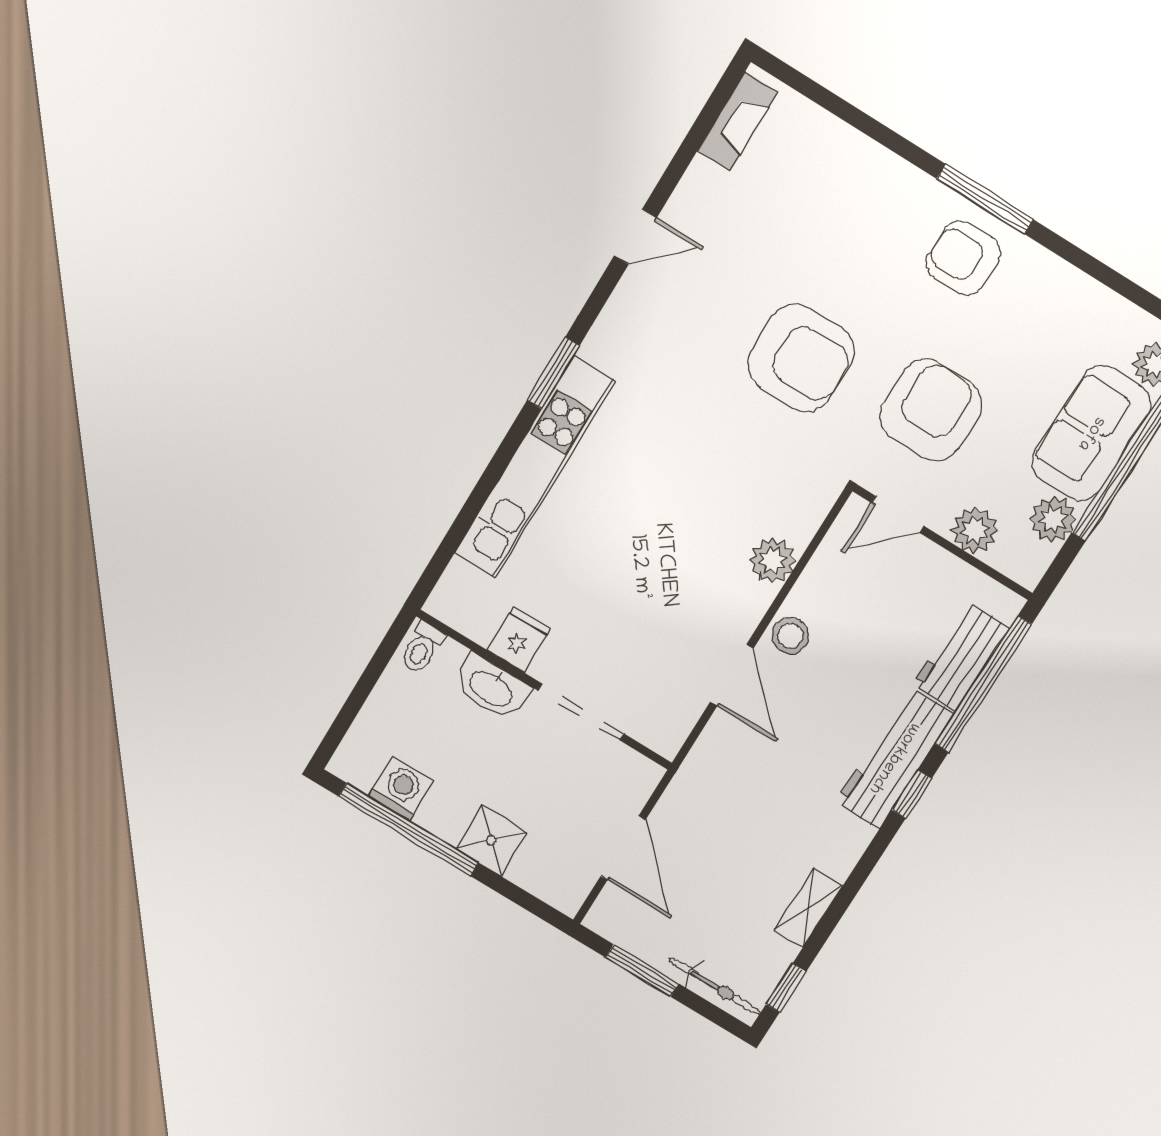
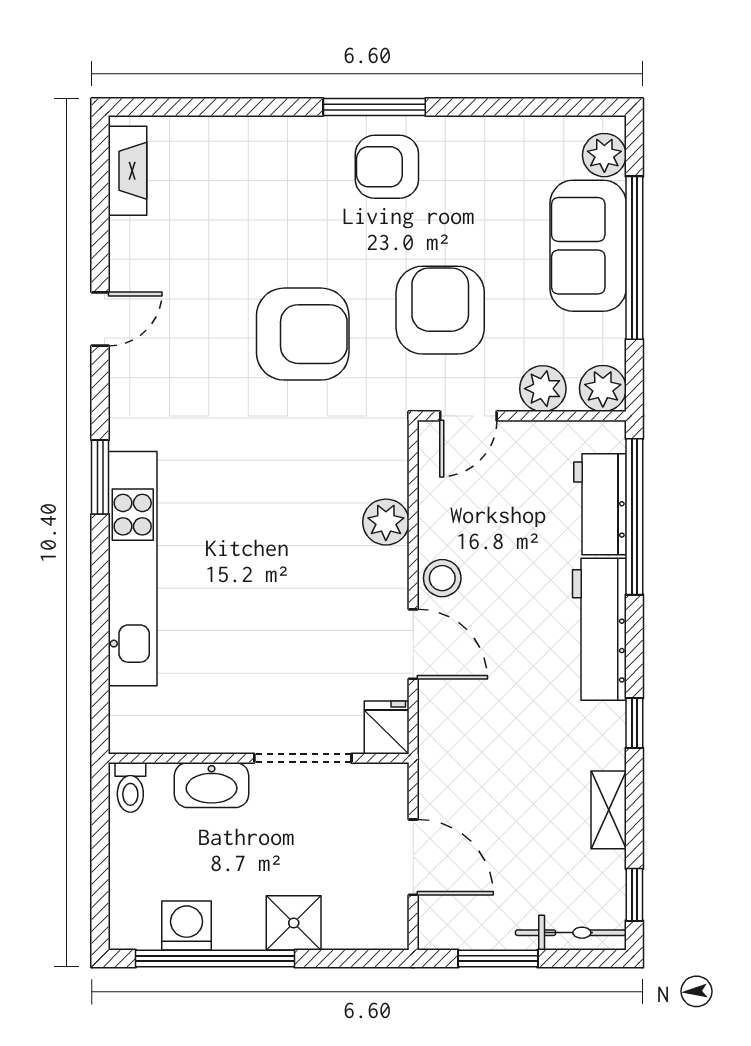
plant: (1053, 519) -> (603, 388), moved
fridge: (519, 640) -> (387, 727), moved
window: (912, 794) -> (634, 723), moved

